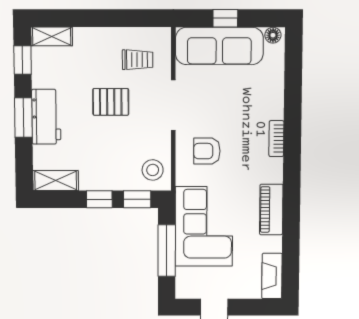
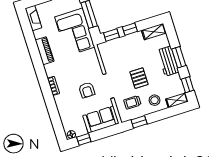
window: (137, 18) -> (139, 122), added
window: (225, 18) -> (84, 139), moved
sofa: (219, 46) -> (101, 120), width x0.73
pallet: (111, 102) -> (139, 78), turned 90
armchair: (207, 151) -> (87, 90), moved, turned 90
stool: (153, 170) -> (154, 100), moved

